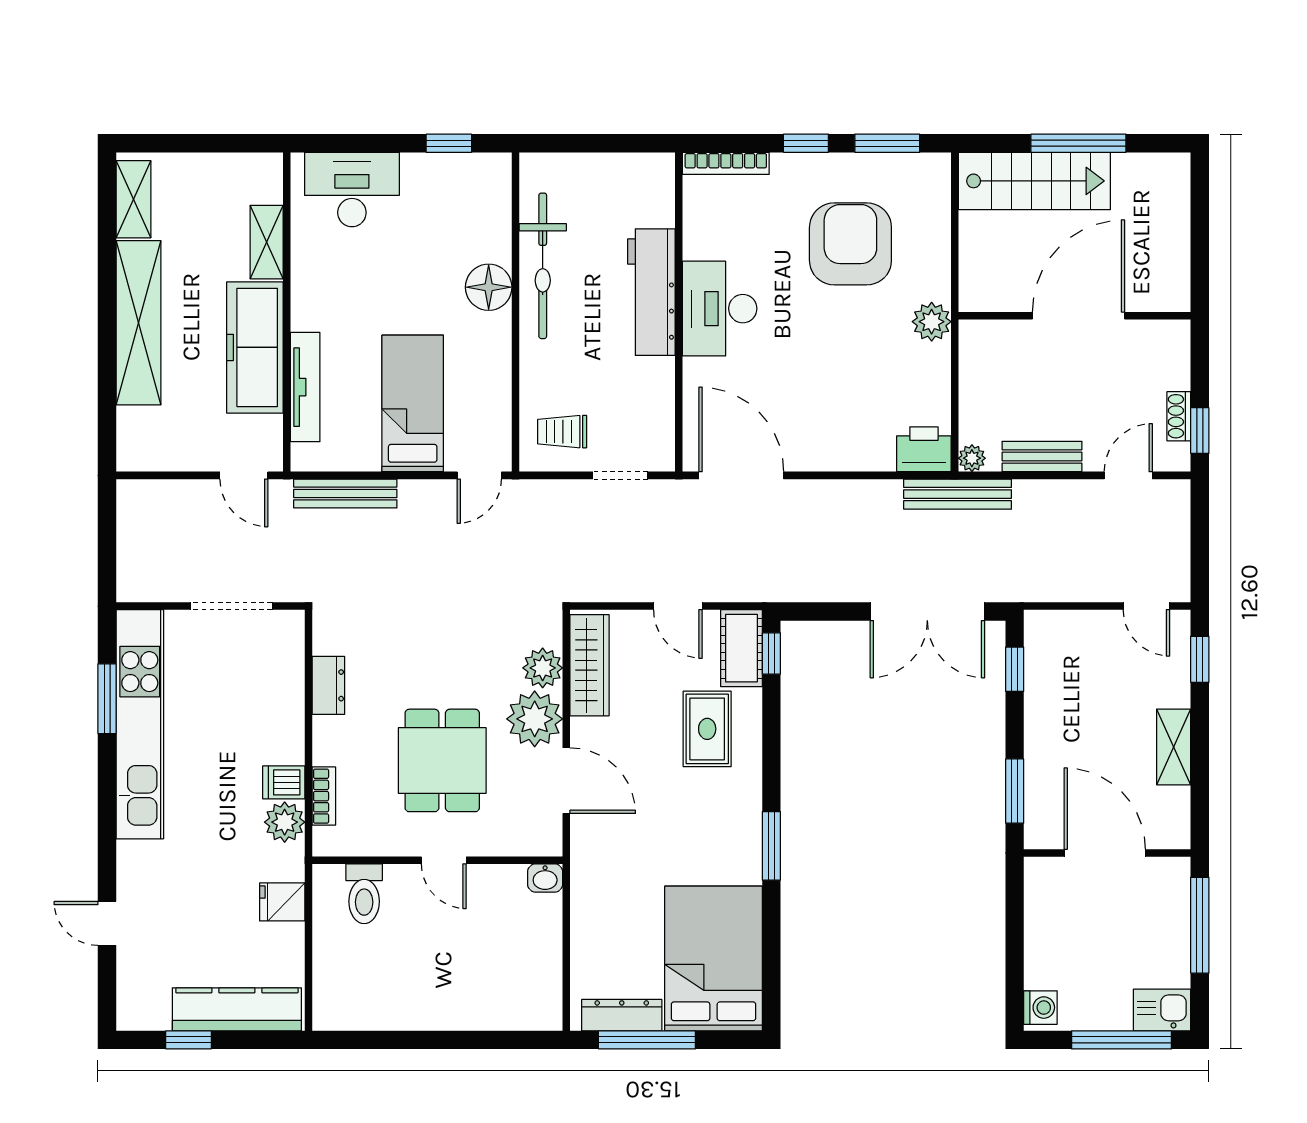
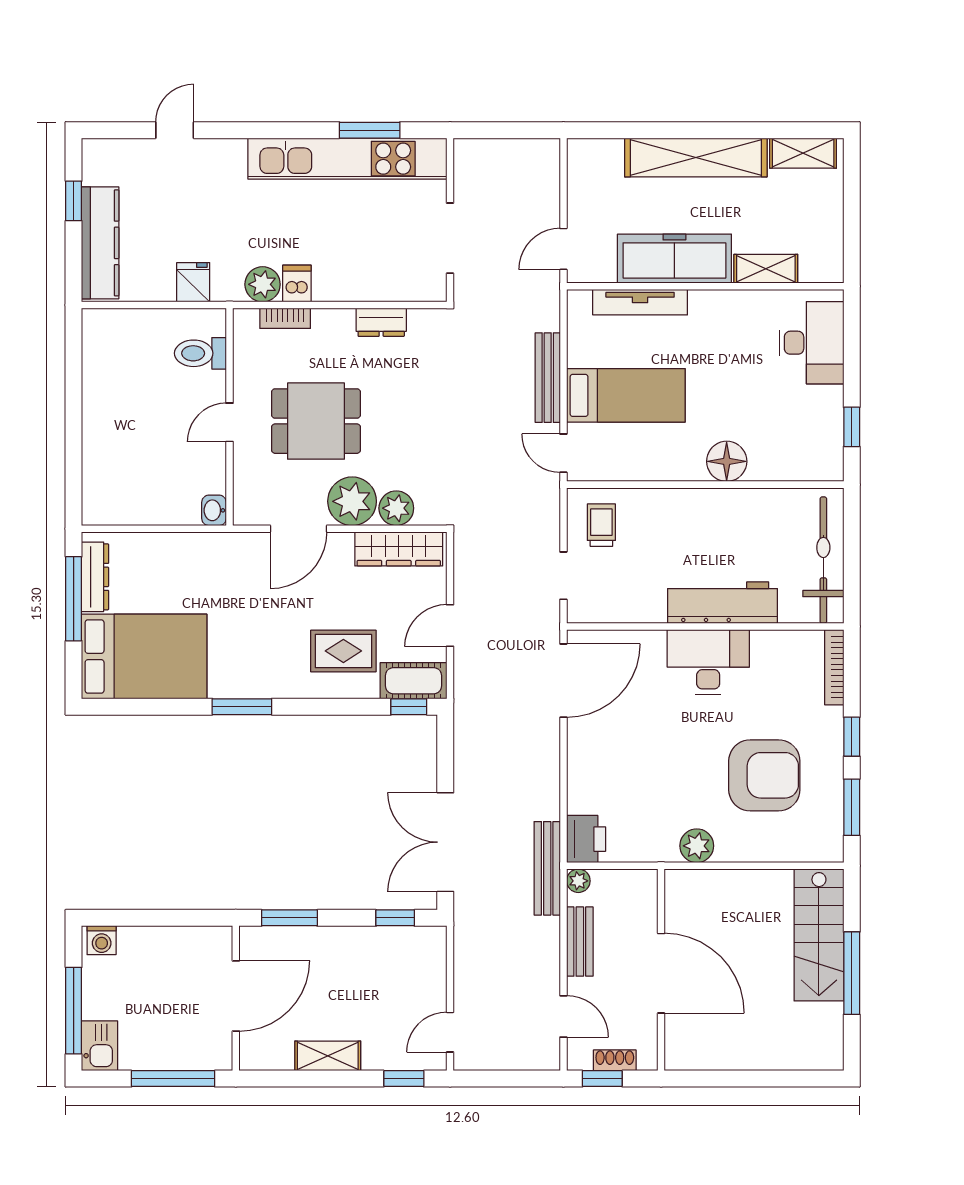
bicycle: (543, 266) -> (823, 560), moved, turned 90
wall: (1075, 316) -> (661, 970), moved
door: (1078, 316) -> (661, 973), moved
bench: (345, 493) -> (548, 378), moved

